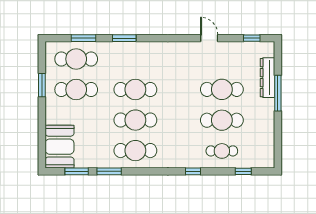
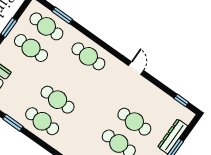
window: (124, 38) -> (91, 36), removed
door: (209, 38) -> (136, 68), moved
cafe table: (135, 90) -> (88, 56), moved

